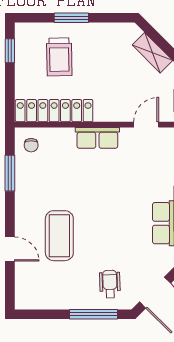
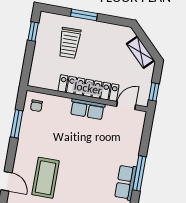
locker: (54, 111) -> (88, 88), moved

